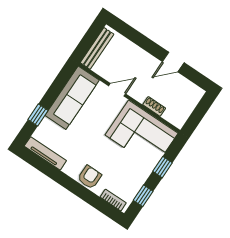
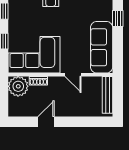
door: (117, 90) -> (73, 75), hinge flipped
plant: (177, 114) -> (18, 86), added

